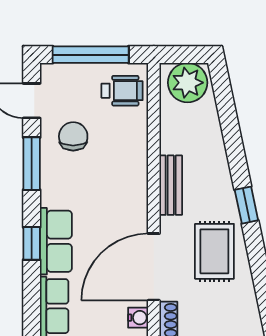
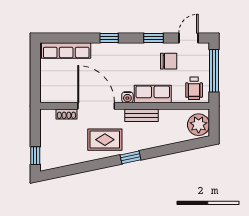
window: (32, 164) -> (154, 38), width x0.67
row of seats: (56, 241) -> (153, 94), moved, turned 180
water cooler: (138, 318) -> (127, 97), moved

